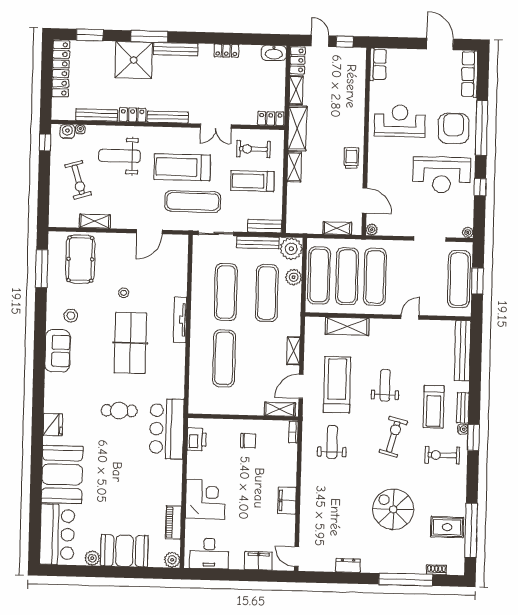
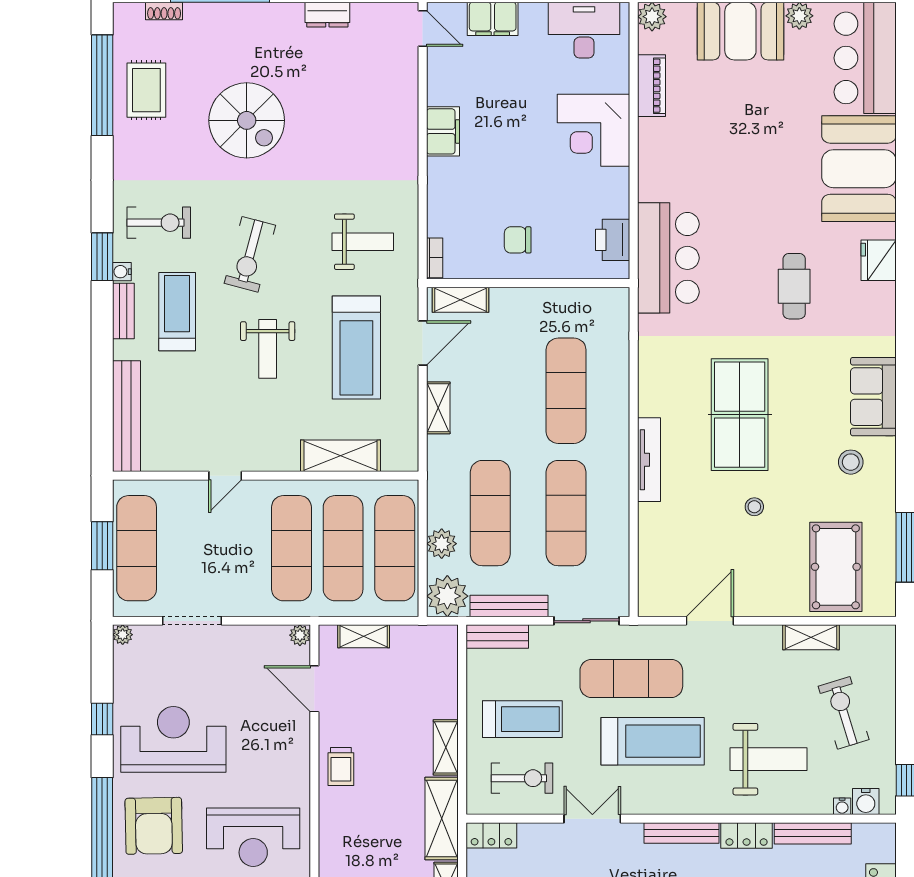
cafe table: (119, 411) -> (794, 286), moved, turned 90
weight bench: (332, 442) -> (363, 242), turned -90
rug: (447, 527) -> (146, 90), turned 90

